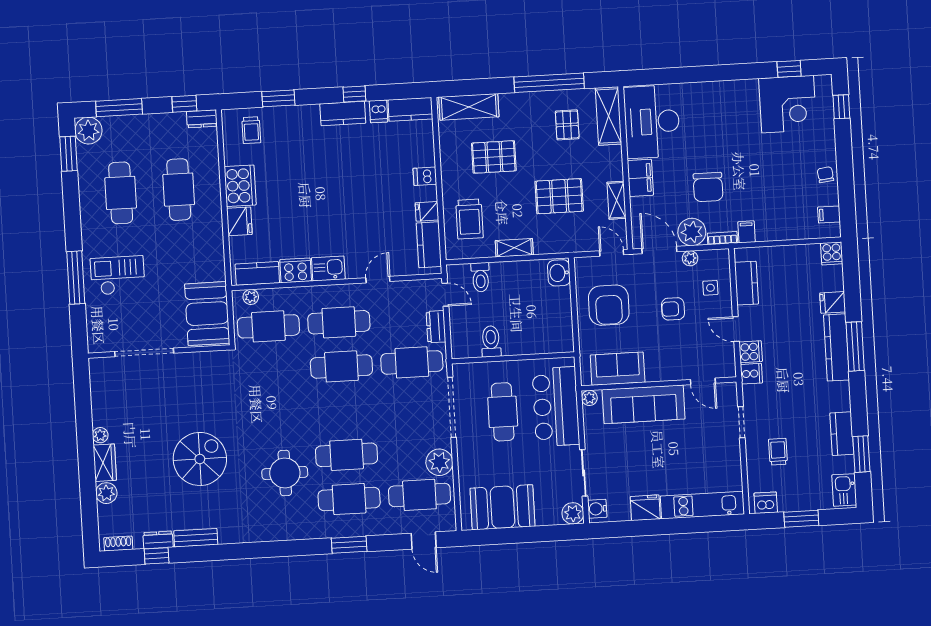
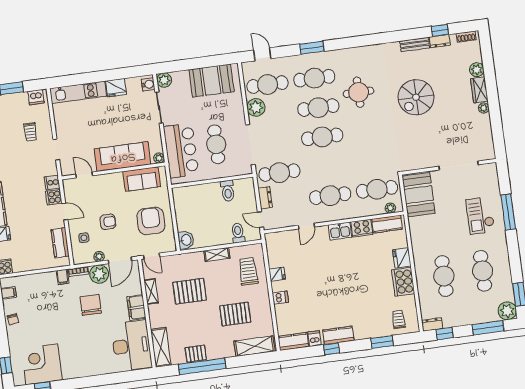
pallet: (567, 125) -> (196, 354), moved, turned 90
kitchen counter: (429, 245) -> (274, 252), removed
door: (659, 250) -> (120, 260), hinge flipped
checkout: (118, 275) -> (480, 216), turned 90
cafe table: (341, 366) -> (322, 137), moved

